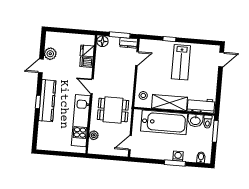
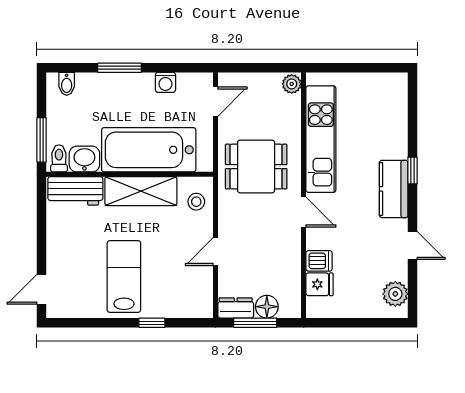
floor lamp: (102, 41) -> (267, 307), moved
plant: (50, 54) -> (395, 294), moved
door: (137, 58) -> (215, 252), moved
door: (41, 66) -> (412, 245), hinge flipped
kitchen counter: (47, 101) -> (394, 189), width x0.67
plant: (94, 135) -> (292, 84), moved
washing machine: (178, 156) -> (165, 82), moved

